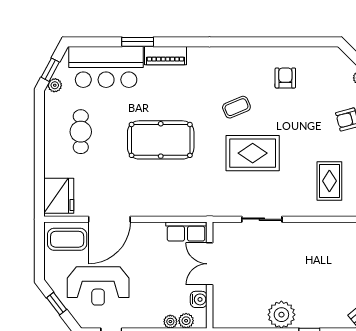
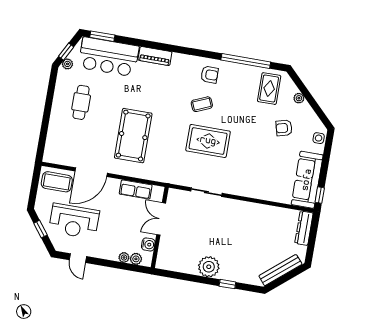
window: (138, 42) -> (102, 36), moved
window: (283, 42) -> (246, 61), added
armchair: (285, 78) -> (209, 75), moved, turned 90
pool table: (161, 140) -> (133, 136), moved, turned 90
rug: (329, 181) -> (269, 89), moved
fridge: (59, 196) -> (56, 148), removed
row of seats: (186, 232) -> (136, 189), moved

